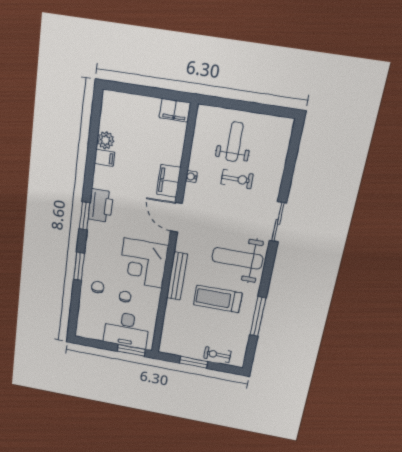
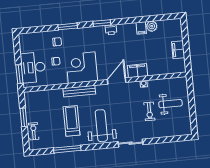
filing cabinet: (175, 110) -> (178, 50), moved
printer: (101, 206) -> (111, 30), width x0.53, depth x0.68

